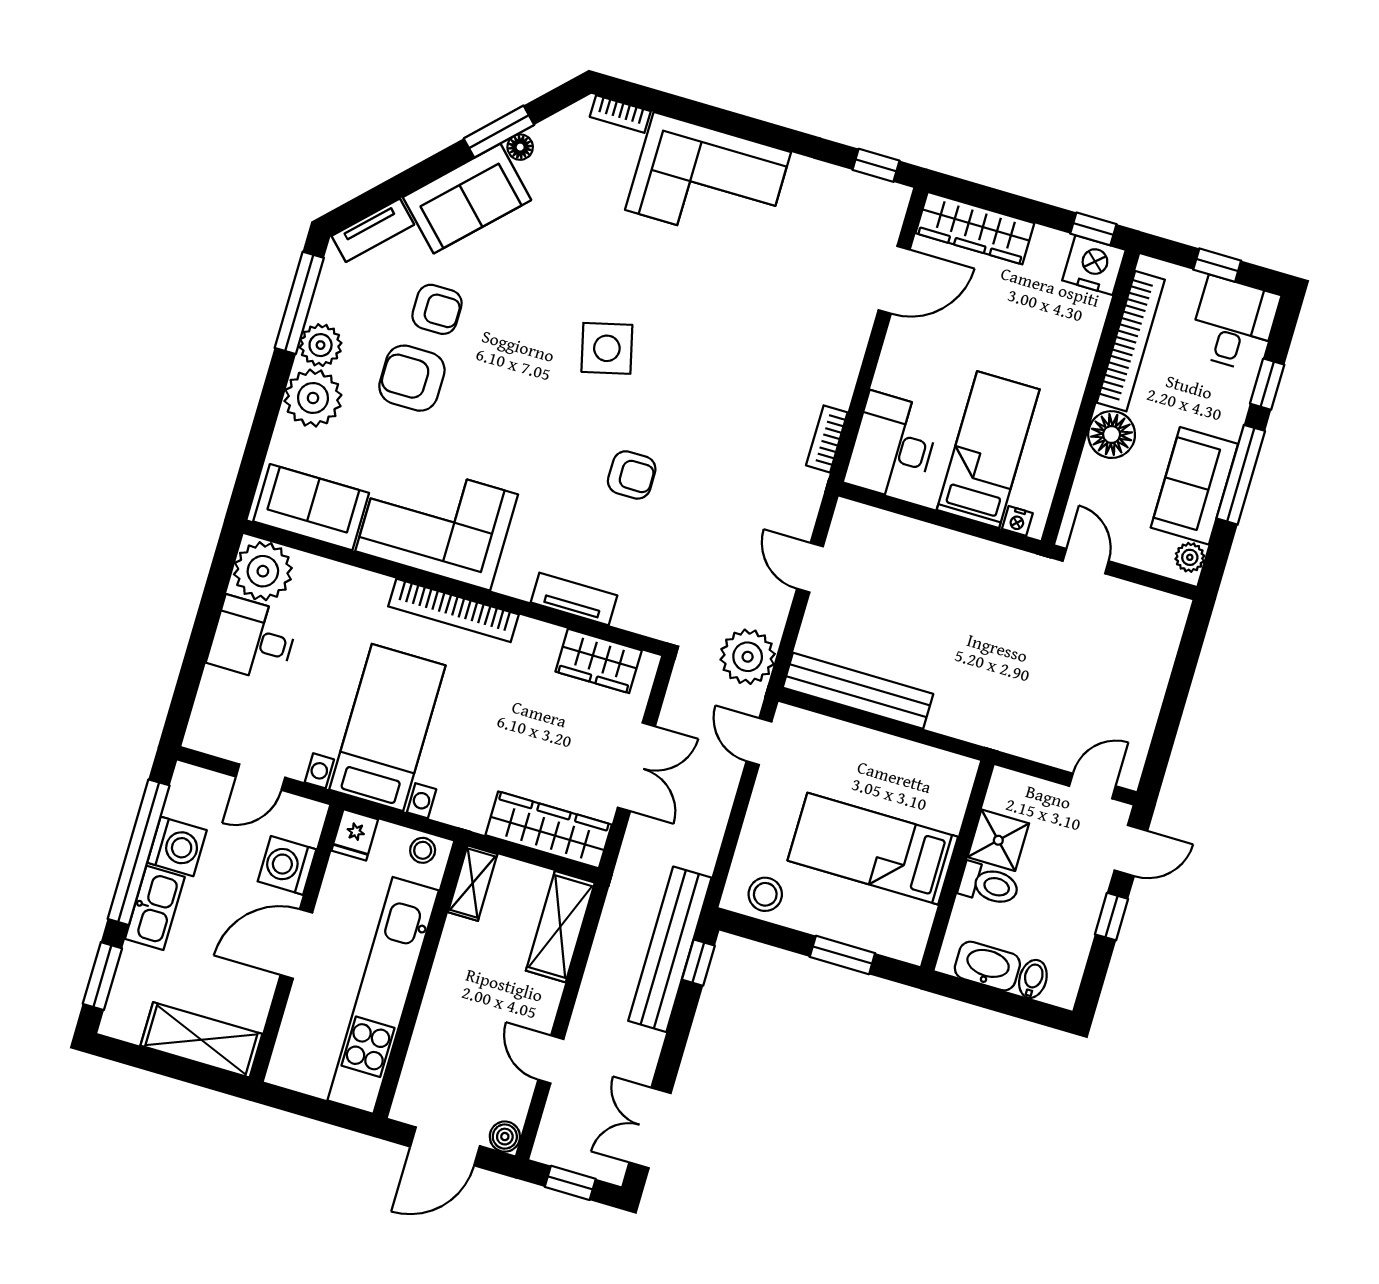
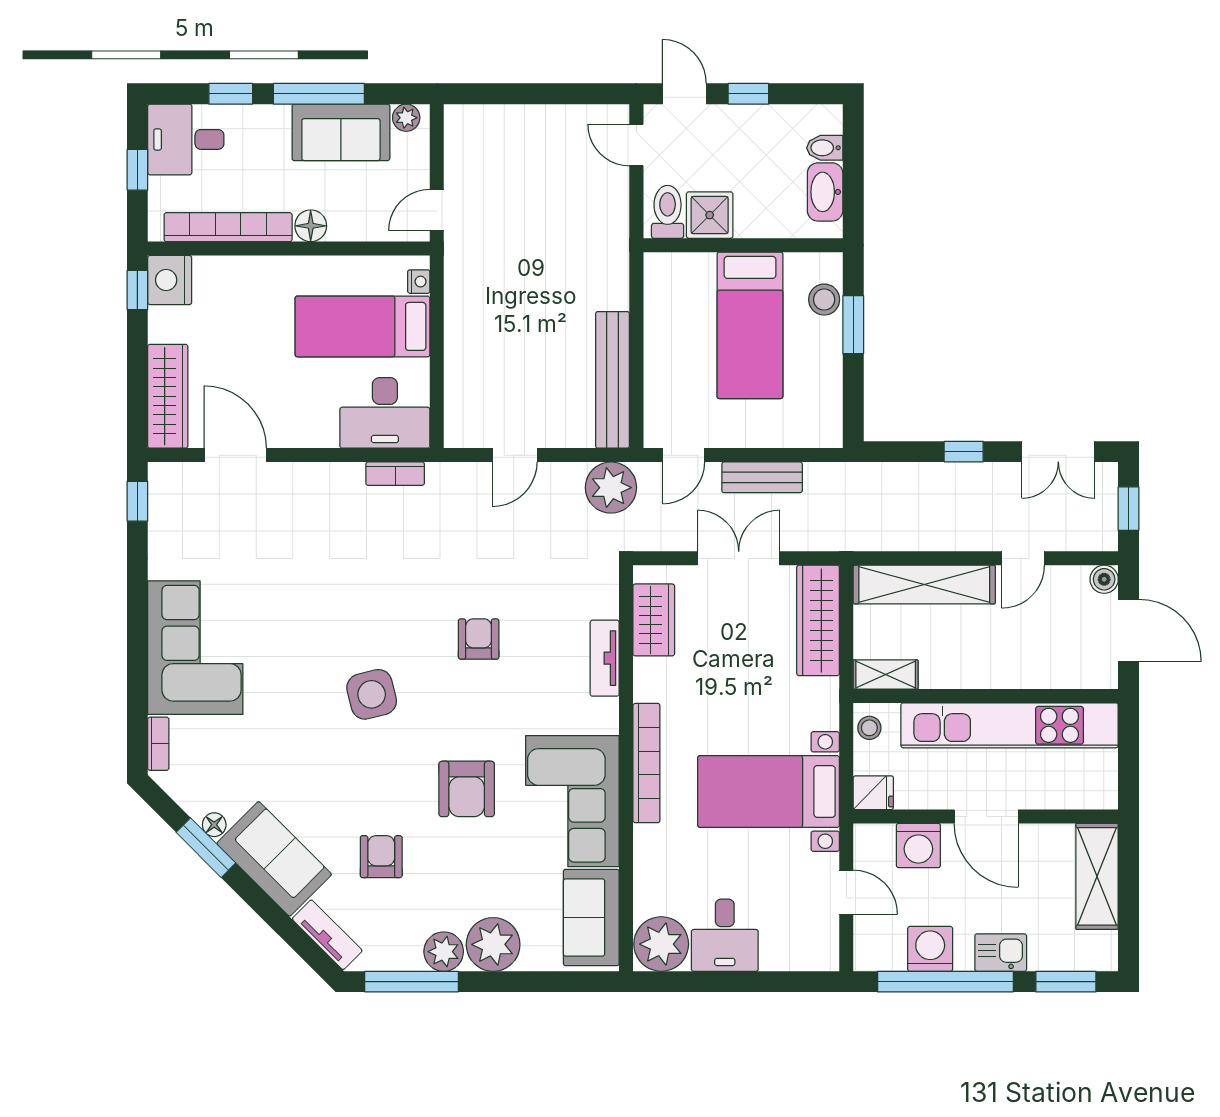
armchair: (412, 378) -> (467, 789), moved
floor lamp: (1112, 435) -> (311, 226), width x0.73, depth x0.73
toilet: (989, 885) -> (668, 212), moved
stool: (765, 894) -> (824, 300), moved
kitchen sink: (155, 908) -> (1001, 953), width x0.73
shelving: (560, 927) -> (924, 585), width x1.47
bench: (670, 949) -> (762, 477), moved, width x0.54, depth x0.82
window: (698, 963) -> (964, 452), moved

